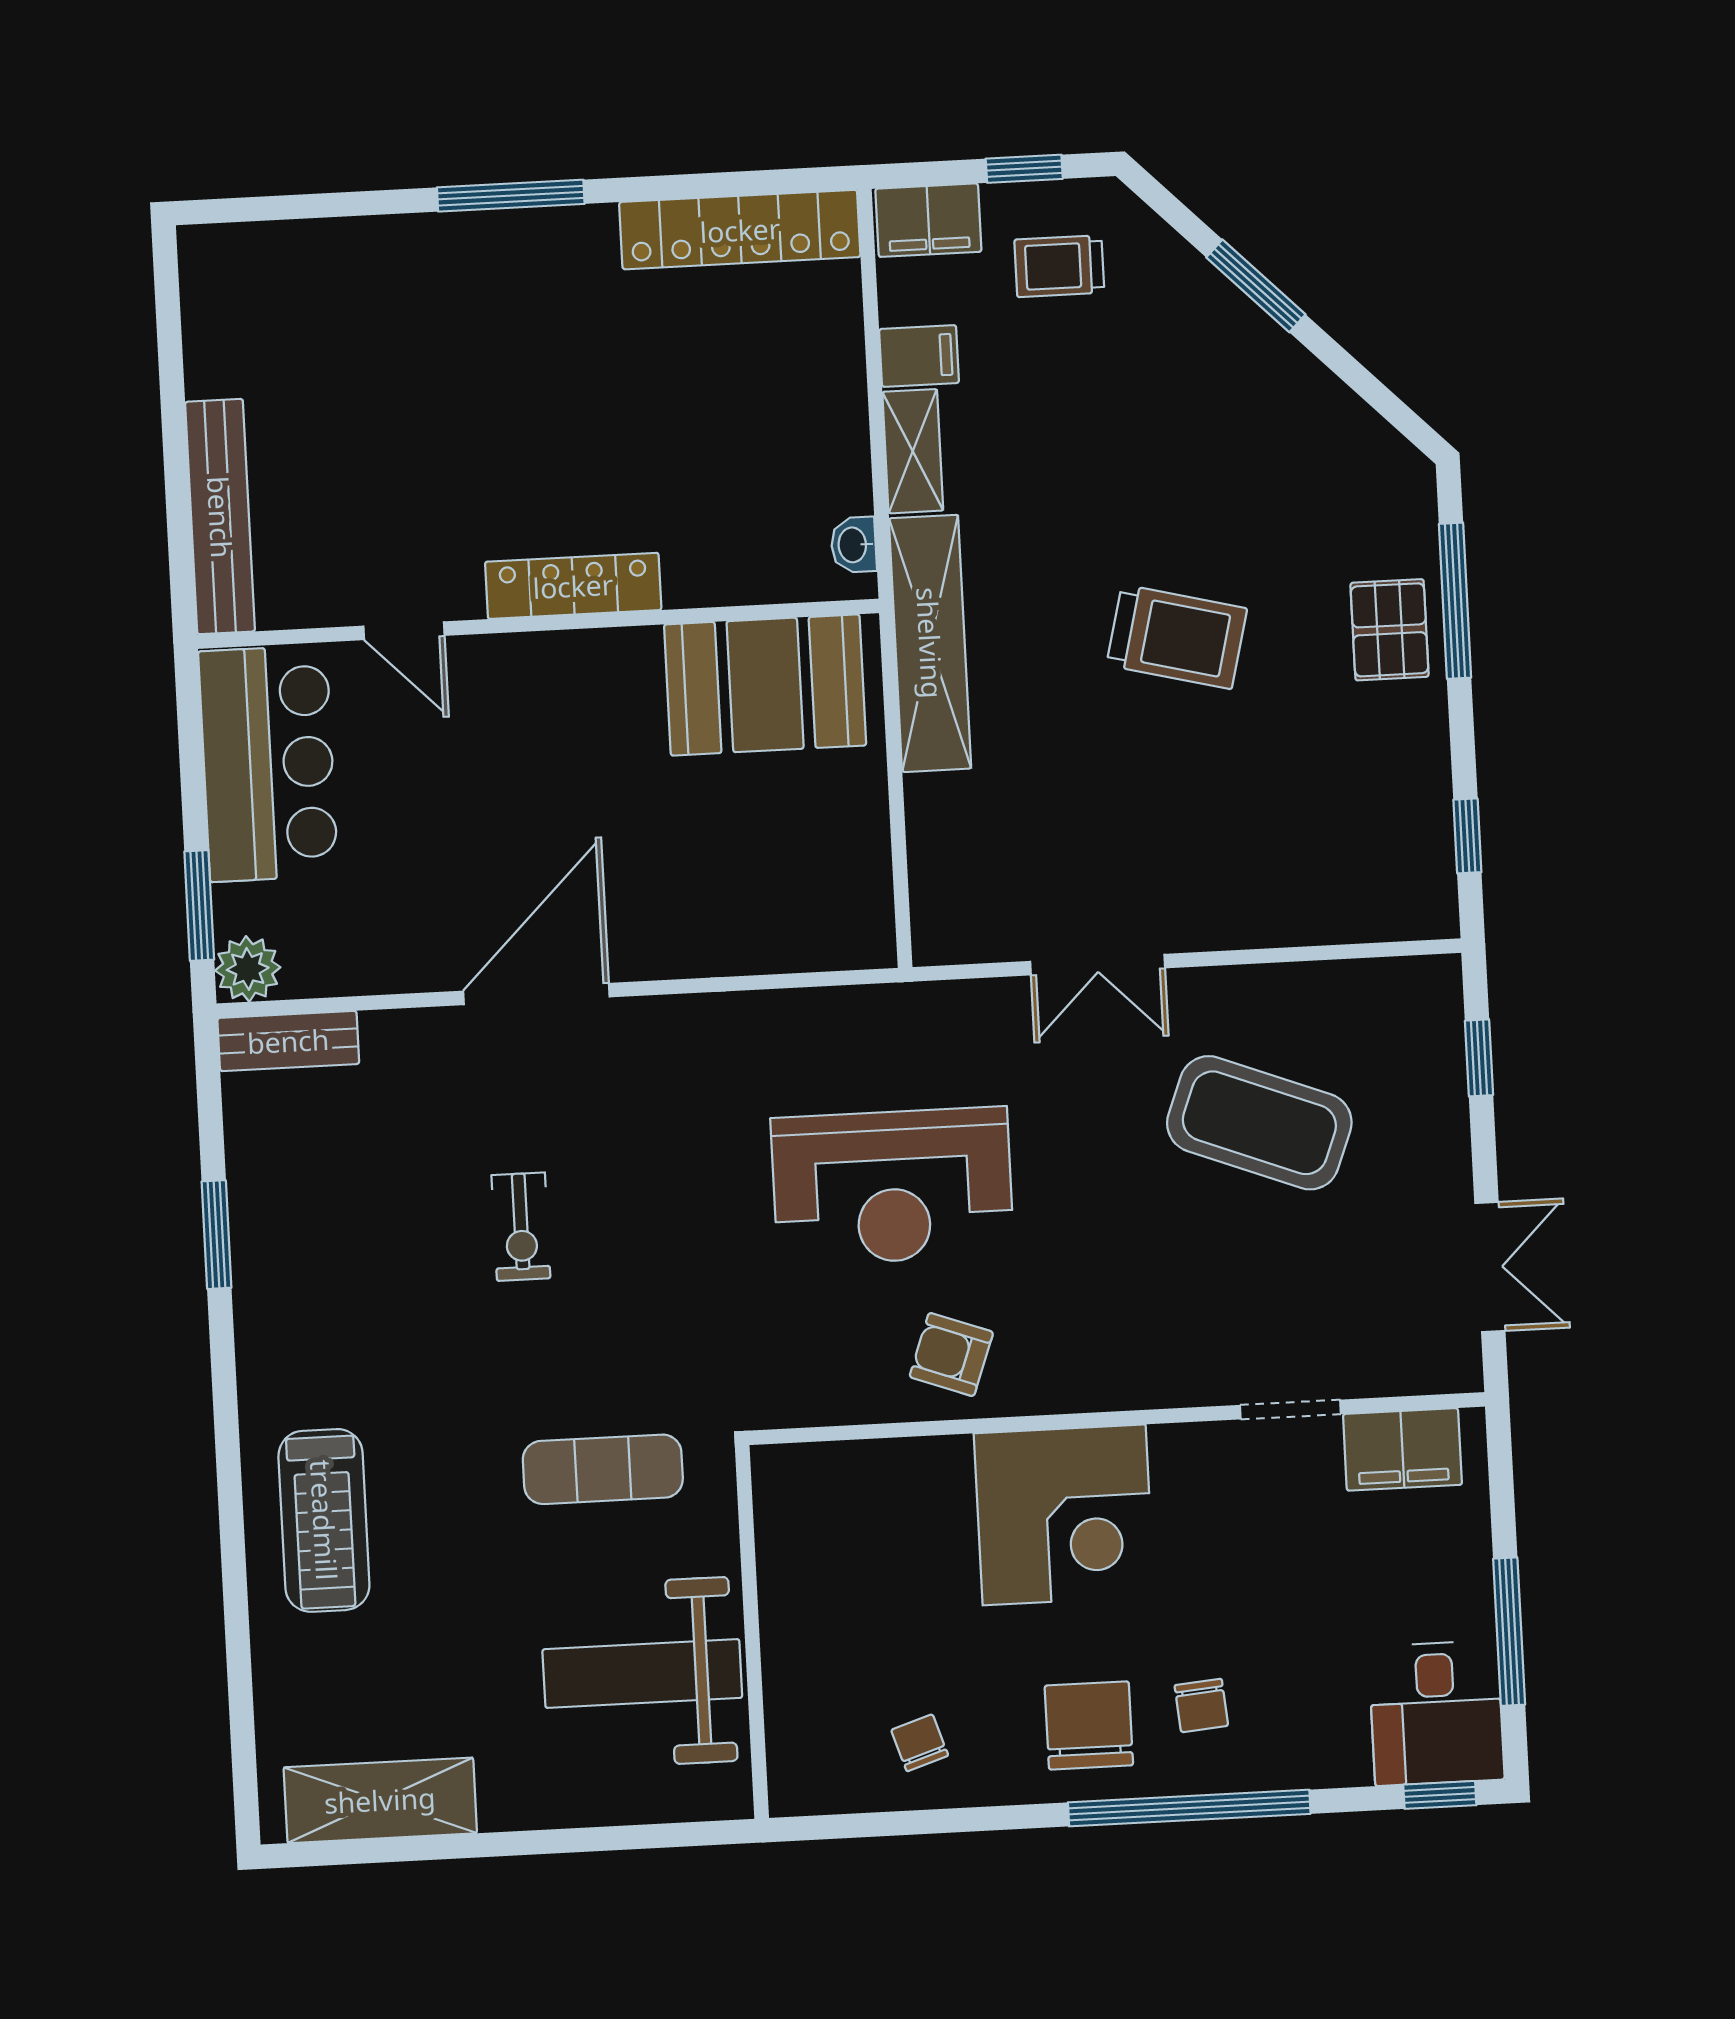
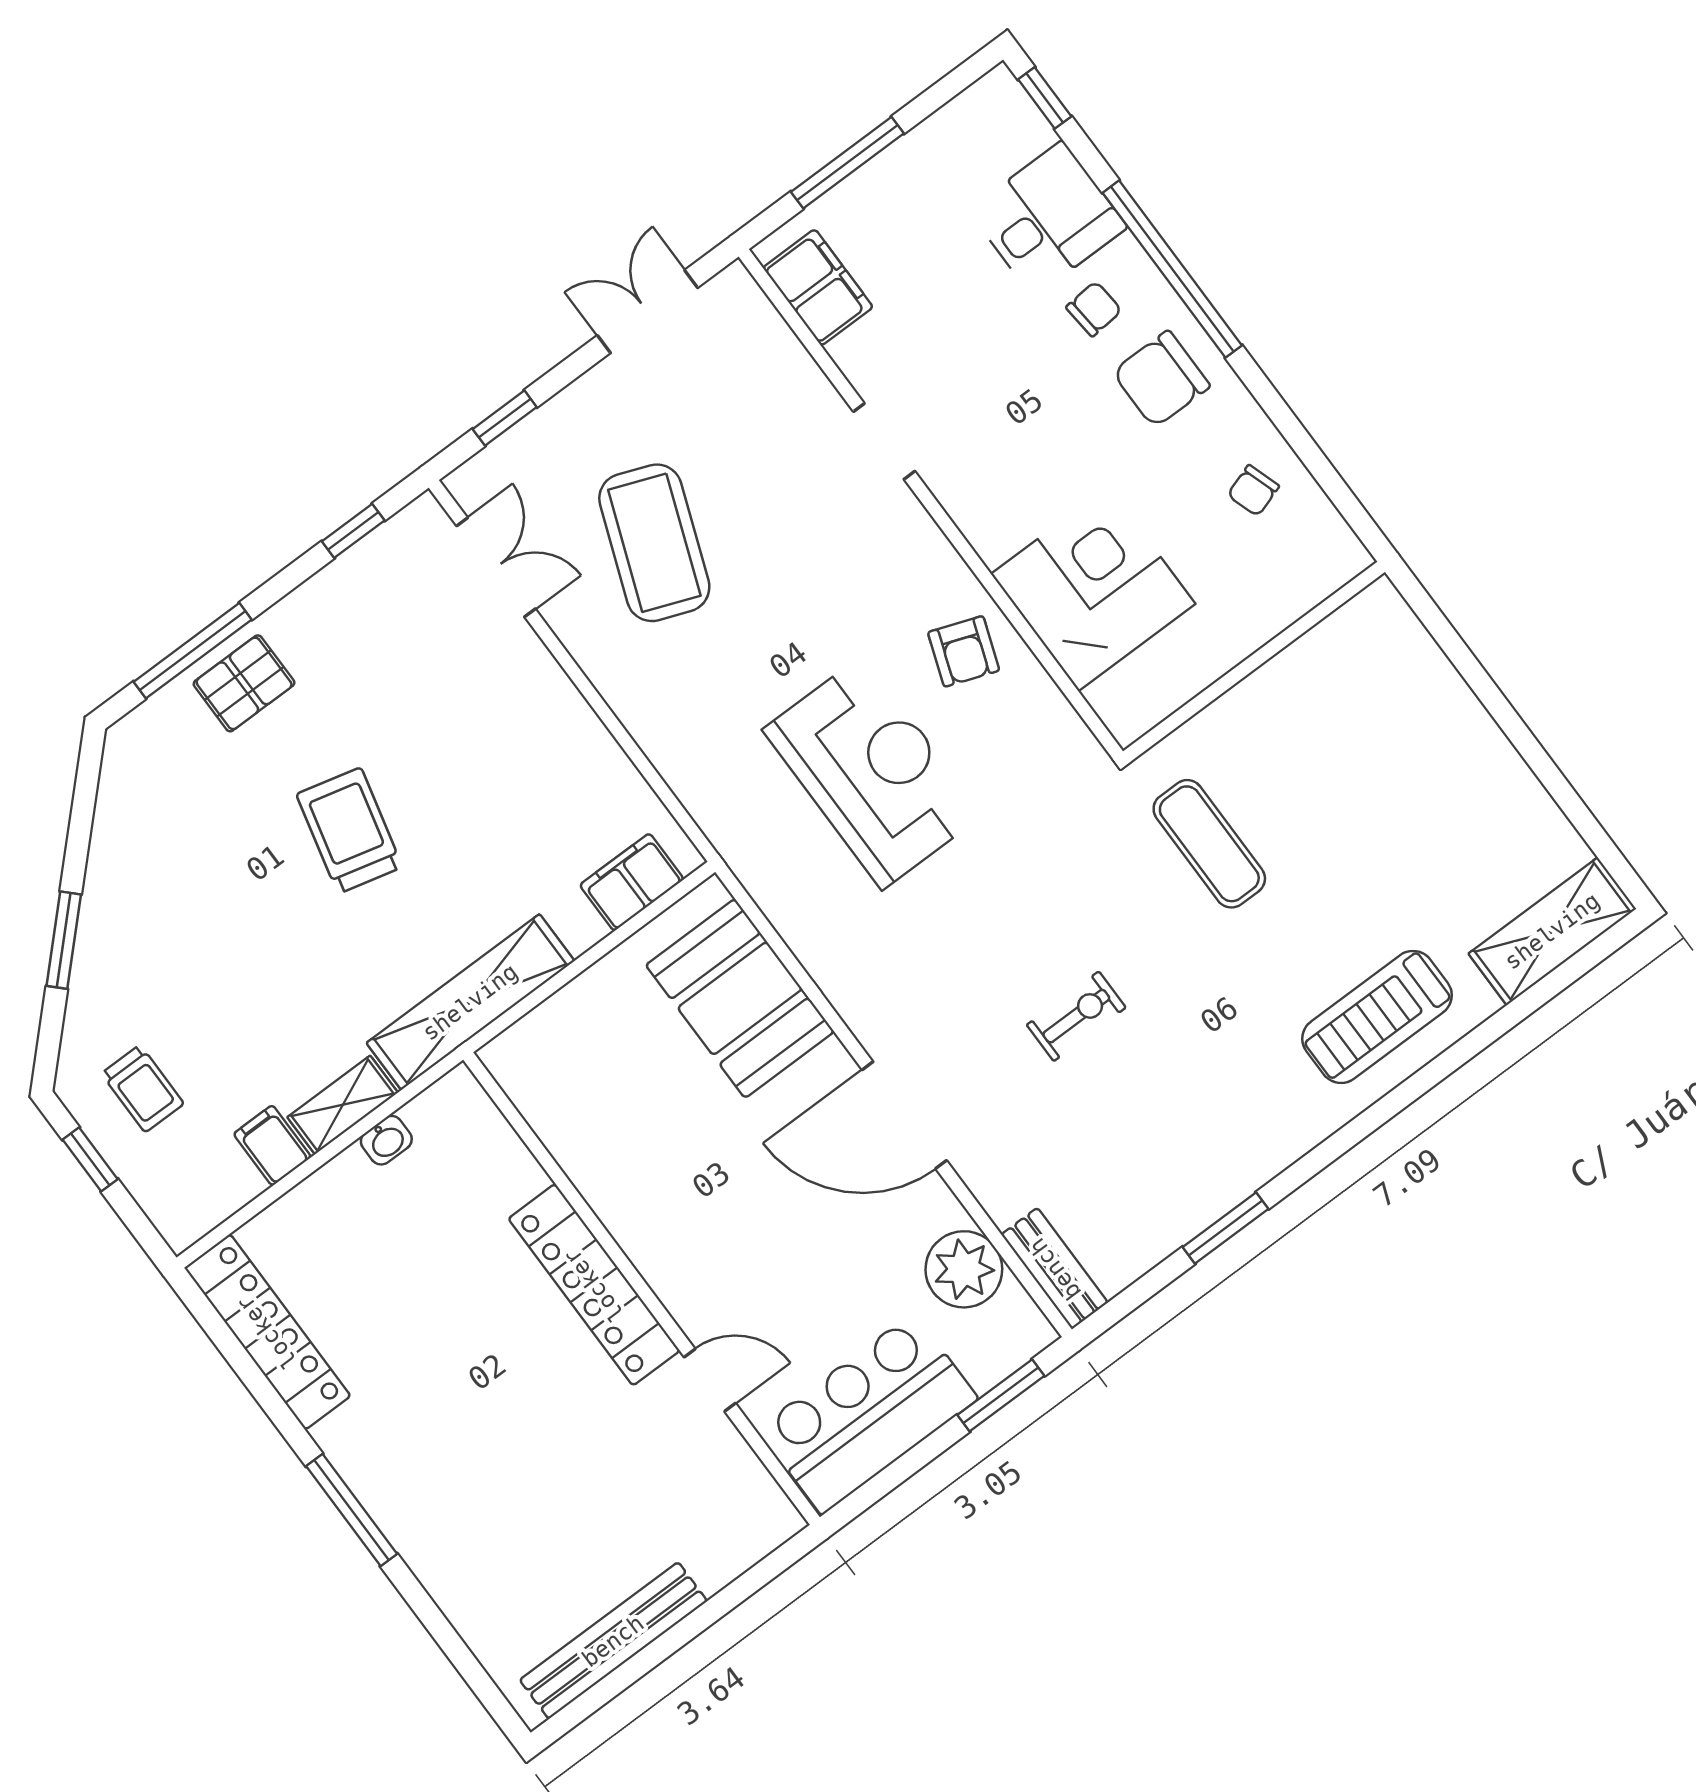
filing cabinet: (928, 220) -> (632, 882), moved, turned -90
bench: (220, 517) -> (613, 1641), moved
washbasin: (854, 545) -> (386, 1140), moved
locker: (573, 586) -> (594, 1285), width x1.41, depth x1.21
door: (404, 631) -> (710, 1380), hinge flipped
booth: (765, 685) -> (740, 998), moved
double door: (1098, 965) -> (496, 567), moved
plant: (248, 969) -> (964, 1269), moved, width x1.36, depth x1.36
doorway: (1290, 1410) -> (884, 441), moved
corner desk: (1064, 1515) -> (1093, 589), moved
treadmill: (324, 1520) -> (1377, 1017), turned 180
window: (1509, 1632) -> (847, 163), moved
weight bench: (642, 1674) -> (1335, 719), removed
desk: (1436, 1713) -> (1048, 219), moved
shelving: (380, 1800) -> (1552, 931), moved, turned 90

